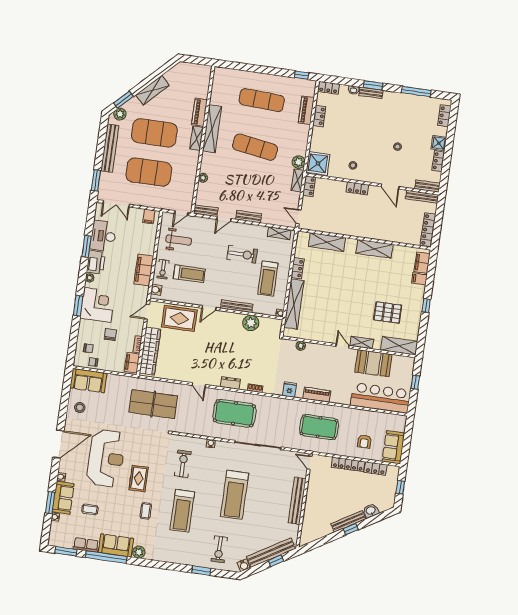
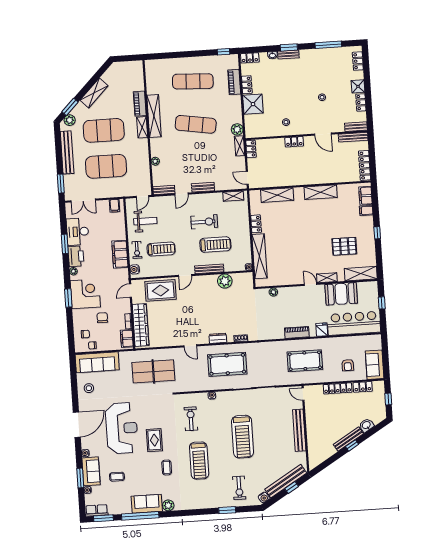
shower: (318, 163) -> (253, 104), moved
treadmill: (268, 279) -> (215, 245), moved, turned -90
sofa: (88, 381) -> (97, 362), width x1.36
fridge: (290, 390) -> (322, 330), moved
row of seats: (86, 545) -> (97, 510), moved

